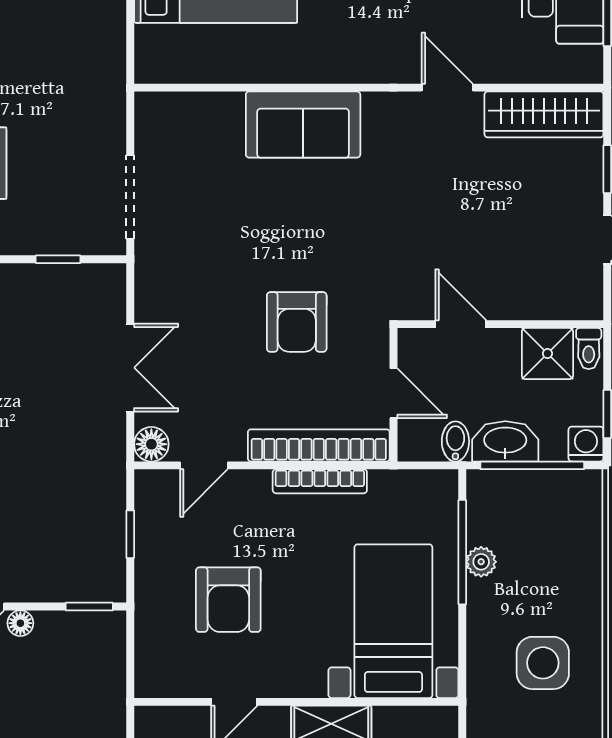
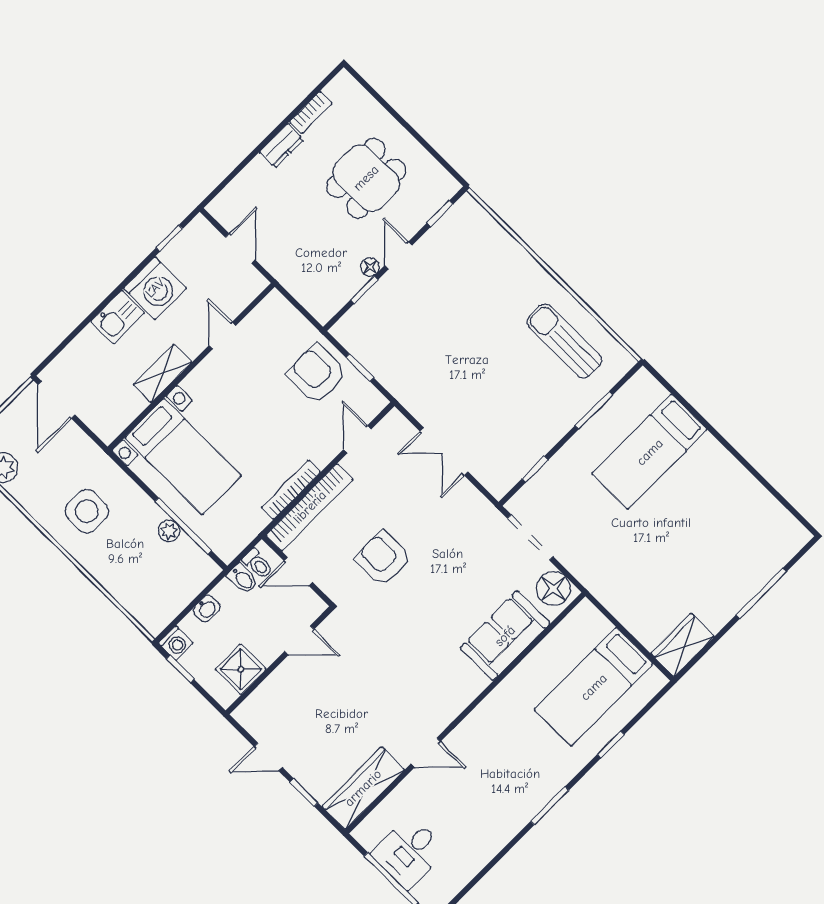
sofa: (303, 125) -> (505, 636), moved
toilet: (589, 349) -> (258, 564), moved, turned 180
washbasin: (505, 441) -> (207, 609), width x0.52, depth x0.69
floor lamp: (151, 444) -> (553, 588), moved, width x1.38, depth x1.38
window: (532, 465) -> (192, 605), removed
armchair: (228, 600) -> (317, 374), moved
window: (89, 607) -> (364, 290), moved

